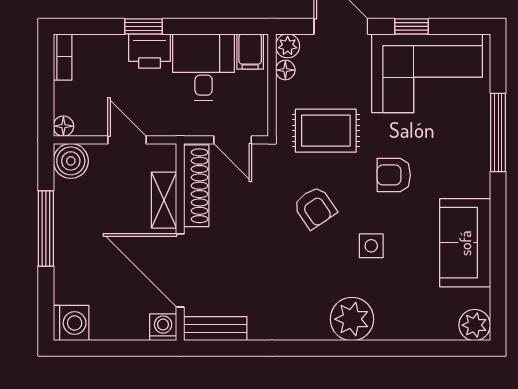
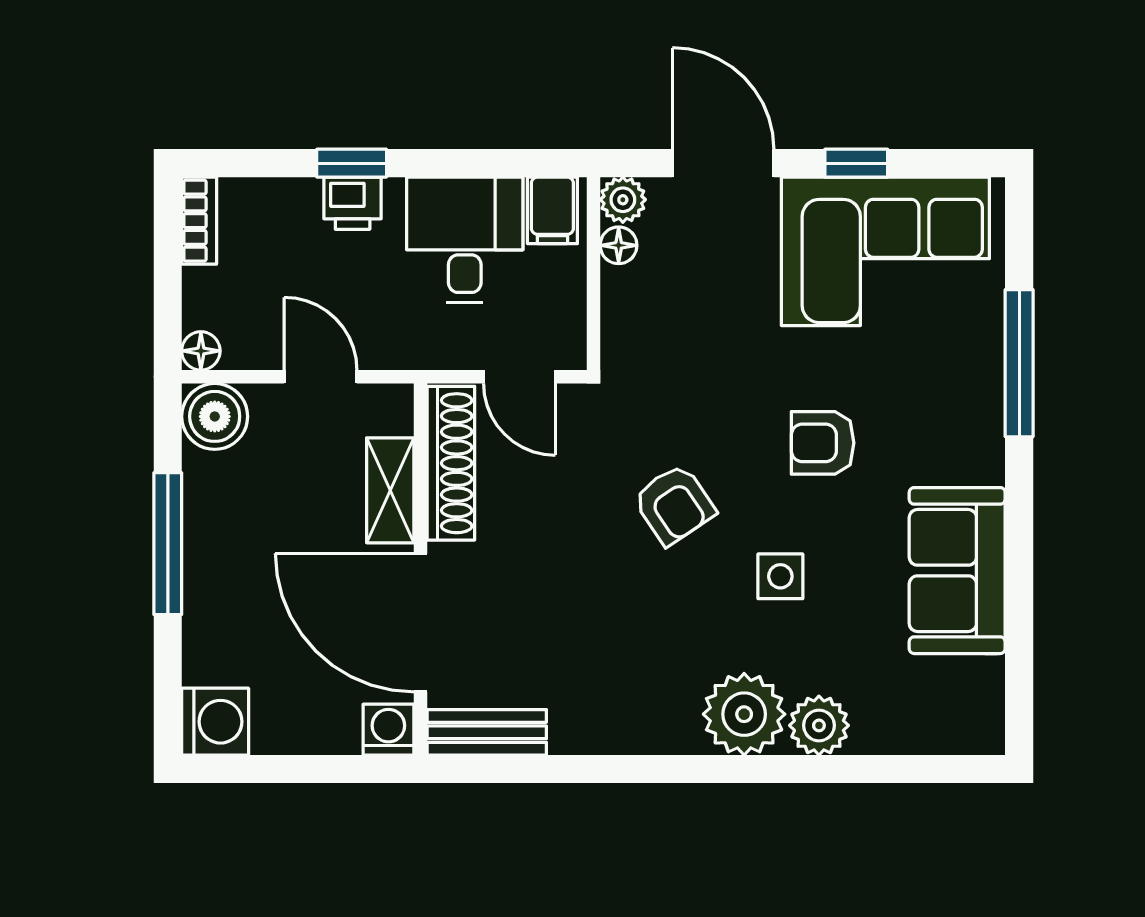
printer: (150, 51) -> (353, 203), width x0.73, depth x0.81
rug: (326, 131) -> (695, 360), removed
plant: (475, 325) -> (819, 725), moved

